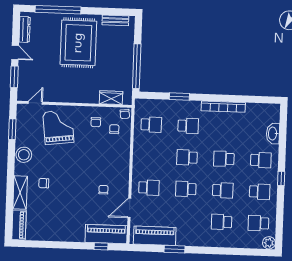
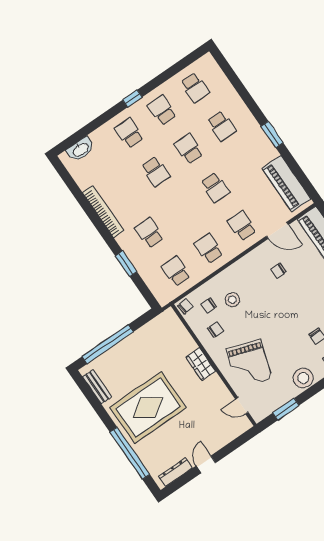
window: (137, 66) -> (108, 344), moved
window: (14, 77) -> (231, 447), removed
wardrobe: (111, 98) -> (201, 364), moved
grand piano: (58, 127) -> (249, 364), turned -65
washbasin: (273, 134) -> (81, 149), moved
stool: (107, 147) -> (232, 300), added
school desk: (187, 157) -> (209, 249), moved, turned 180
plant: (269, 243) -> (207, 62), removed
window: (175, 249) -> (272, 135), moved

